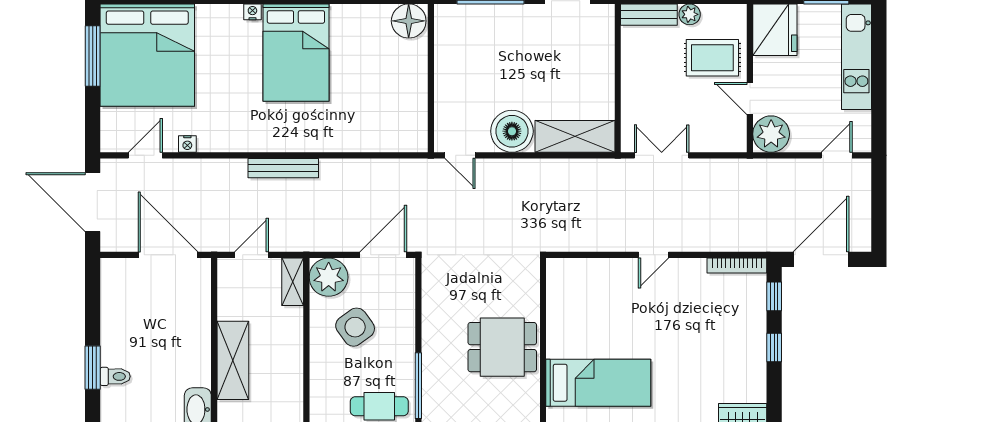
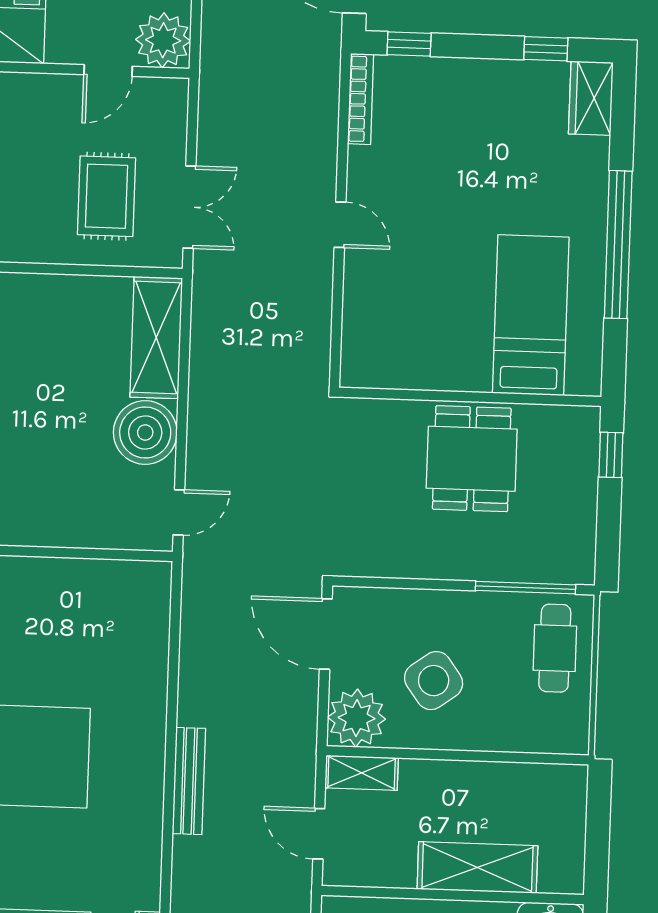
rug: (712, 58) -> (106, 196), moved
double door: (662, 155) -> (190, 207), swing flipped
window: (774, 347) -> (546, 49), moved

